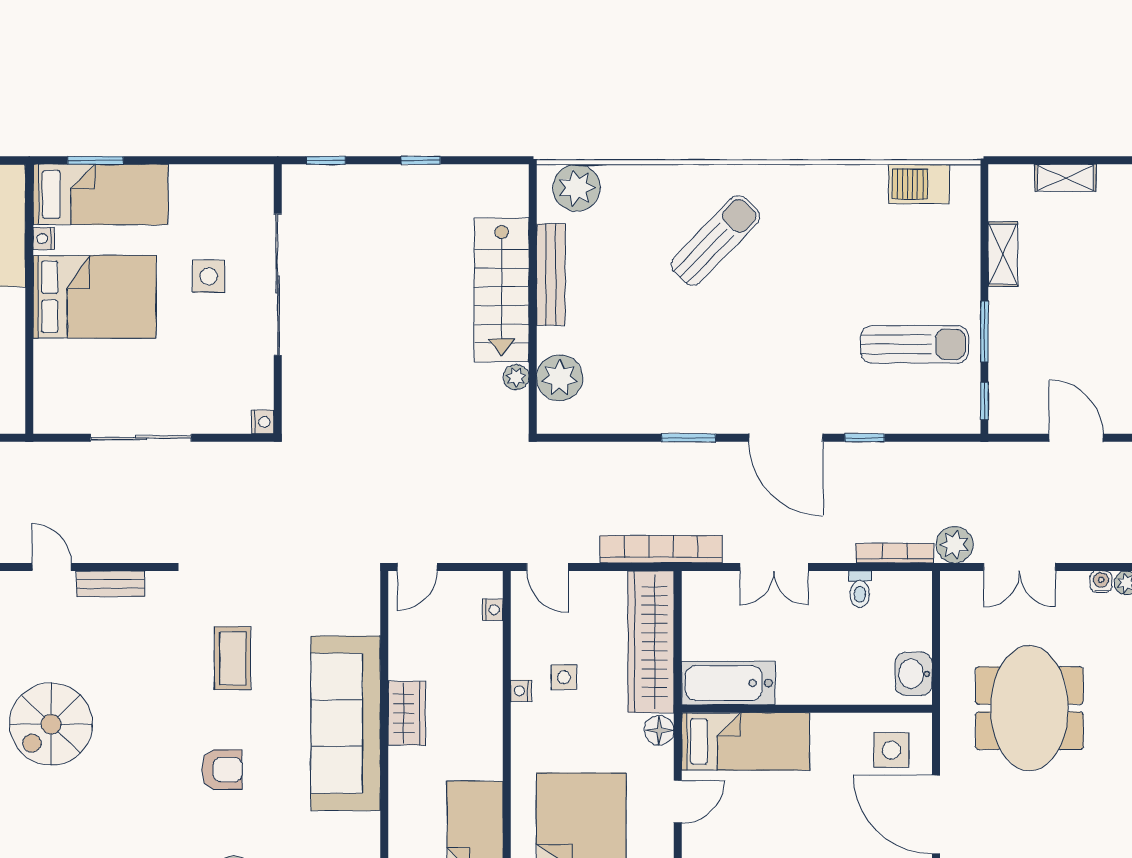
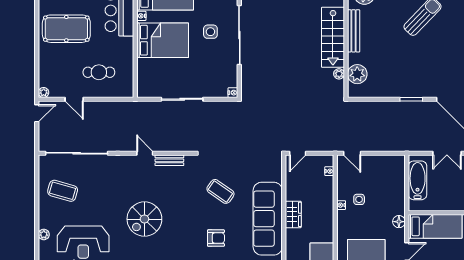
bookcase: (661, 549) -> (400, 146), removed
wardrobe: (651, 642) -> (395, 185), removed
coffee table: (233, 658) -> (220, 191), turned -55
bathtub: (728, 683) -> (418, 180), moved, turned 90

